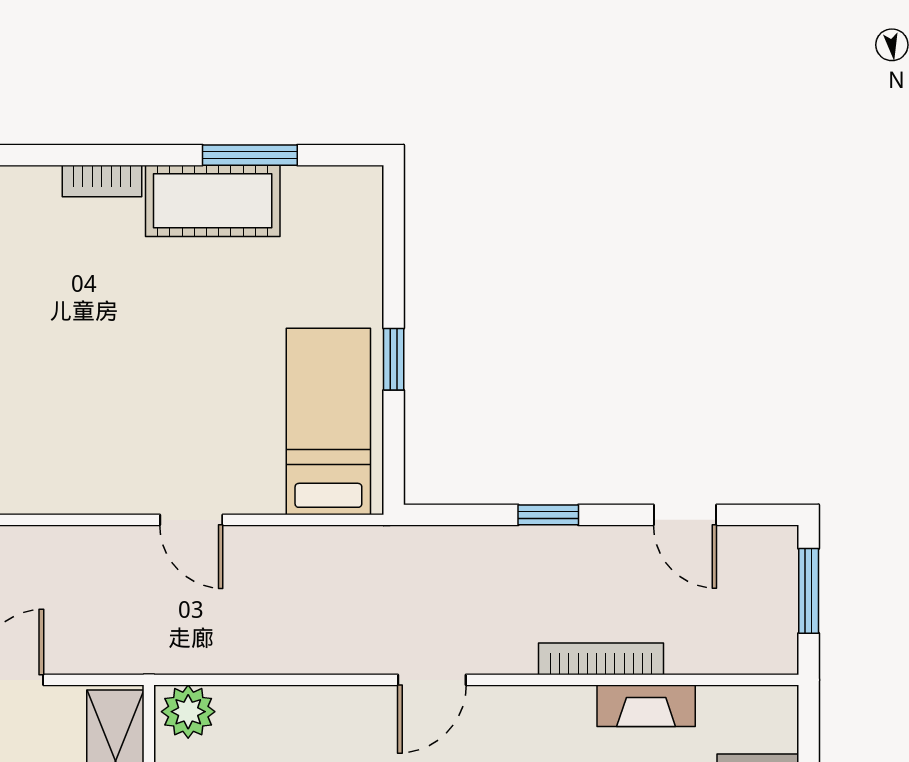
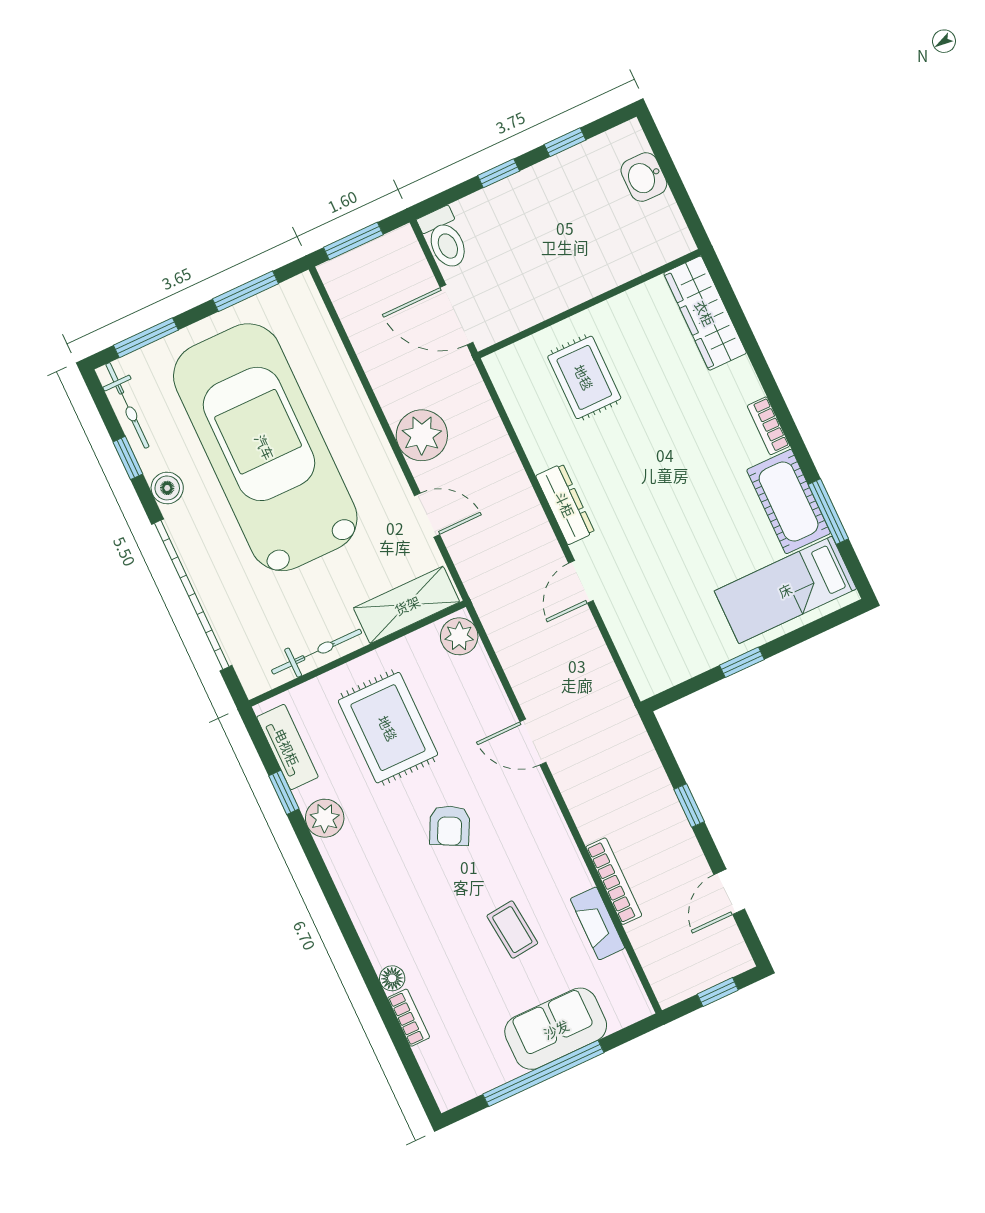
bed: (328, 422) -> (785, 590), moved, turned 180
dresser: (80, 493) -> (565, 504), added
window: (809, 591) -> (718, 992), width x0.67
door: (432, 680) -> (533, 742), moved

